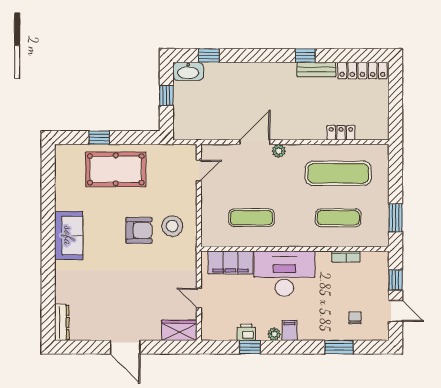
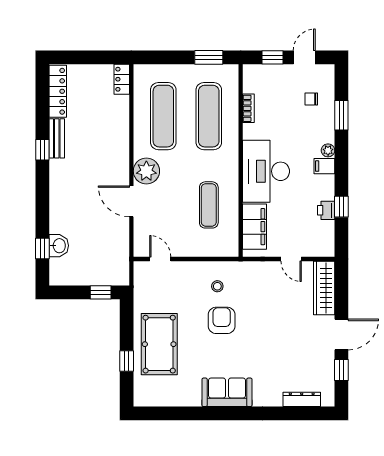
washbasin: (188, 71) -> (59, 246), moved, width x0.72
window: (166, 95) -> (101, 292), moved
locker: (341, 133) -> (122, 79), moved
plant: (279, 151) -> (146, 171), width x1.88, depth x1.88
exercise mat: (338, 218) -> (209, 116), width x1.36, depth x1.45
stool: (172, 226) -> (217, 286), width x0.53, depth x0.53
door: (199, 298) -> (291, 259), hinge flipped
dresser: (62, 322) -> (302, 399), moved
wardrobe: (179, 330) -> (324, 288), width x1.50
plant: (274, 334) -> (328, 150), moved
window: (91, 347) -> (341, 370), added

